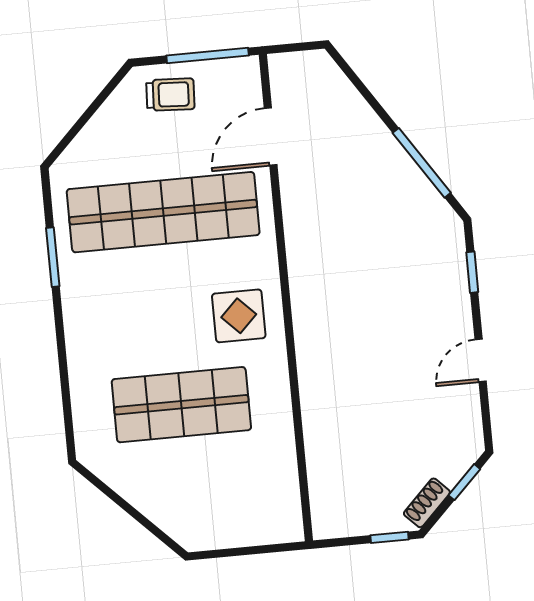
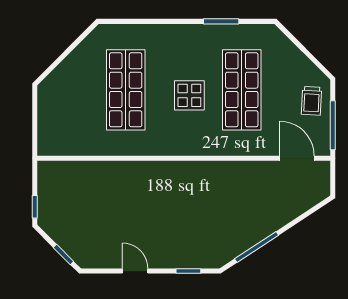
door: (271, 137) -> (297, 158), moved
shop shelf: (163, 212) -> (242, 90), width x0.71
display table: (239, 316) -> (189, 95), moved
shoe rack: (427, 503) -> (53, 231), removed

